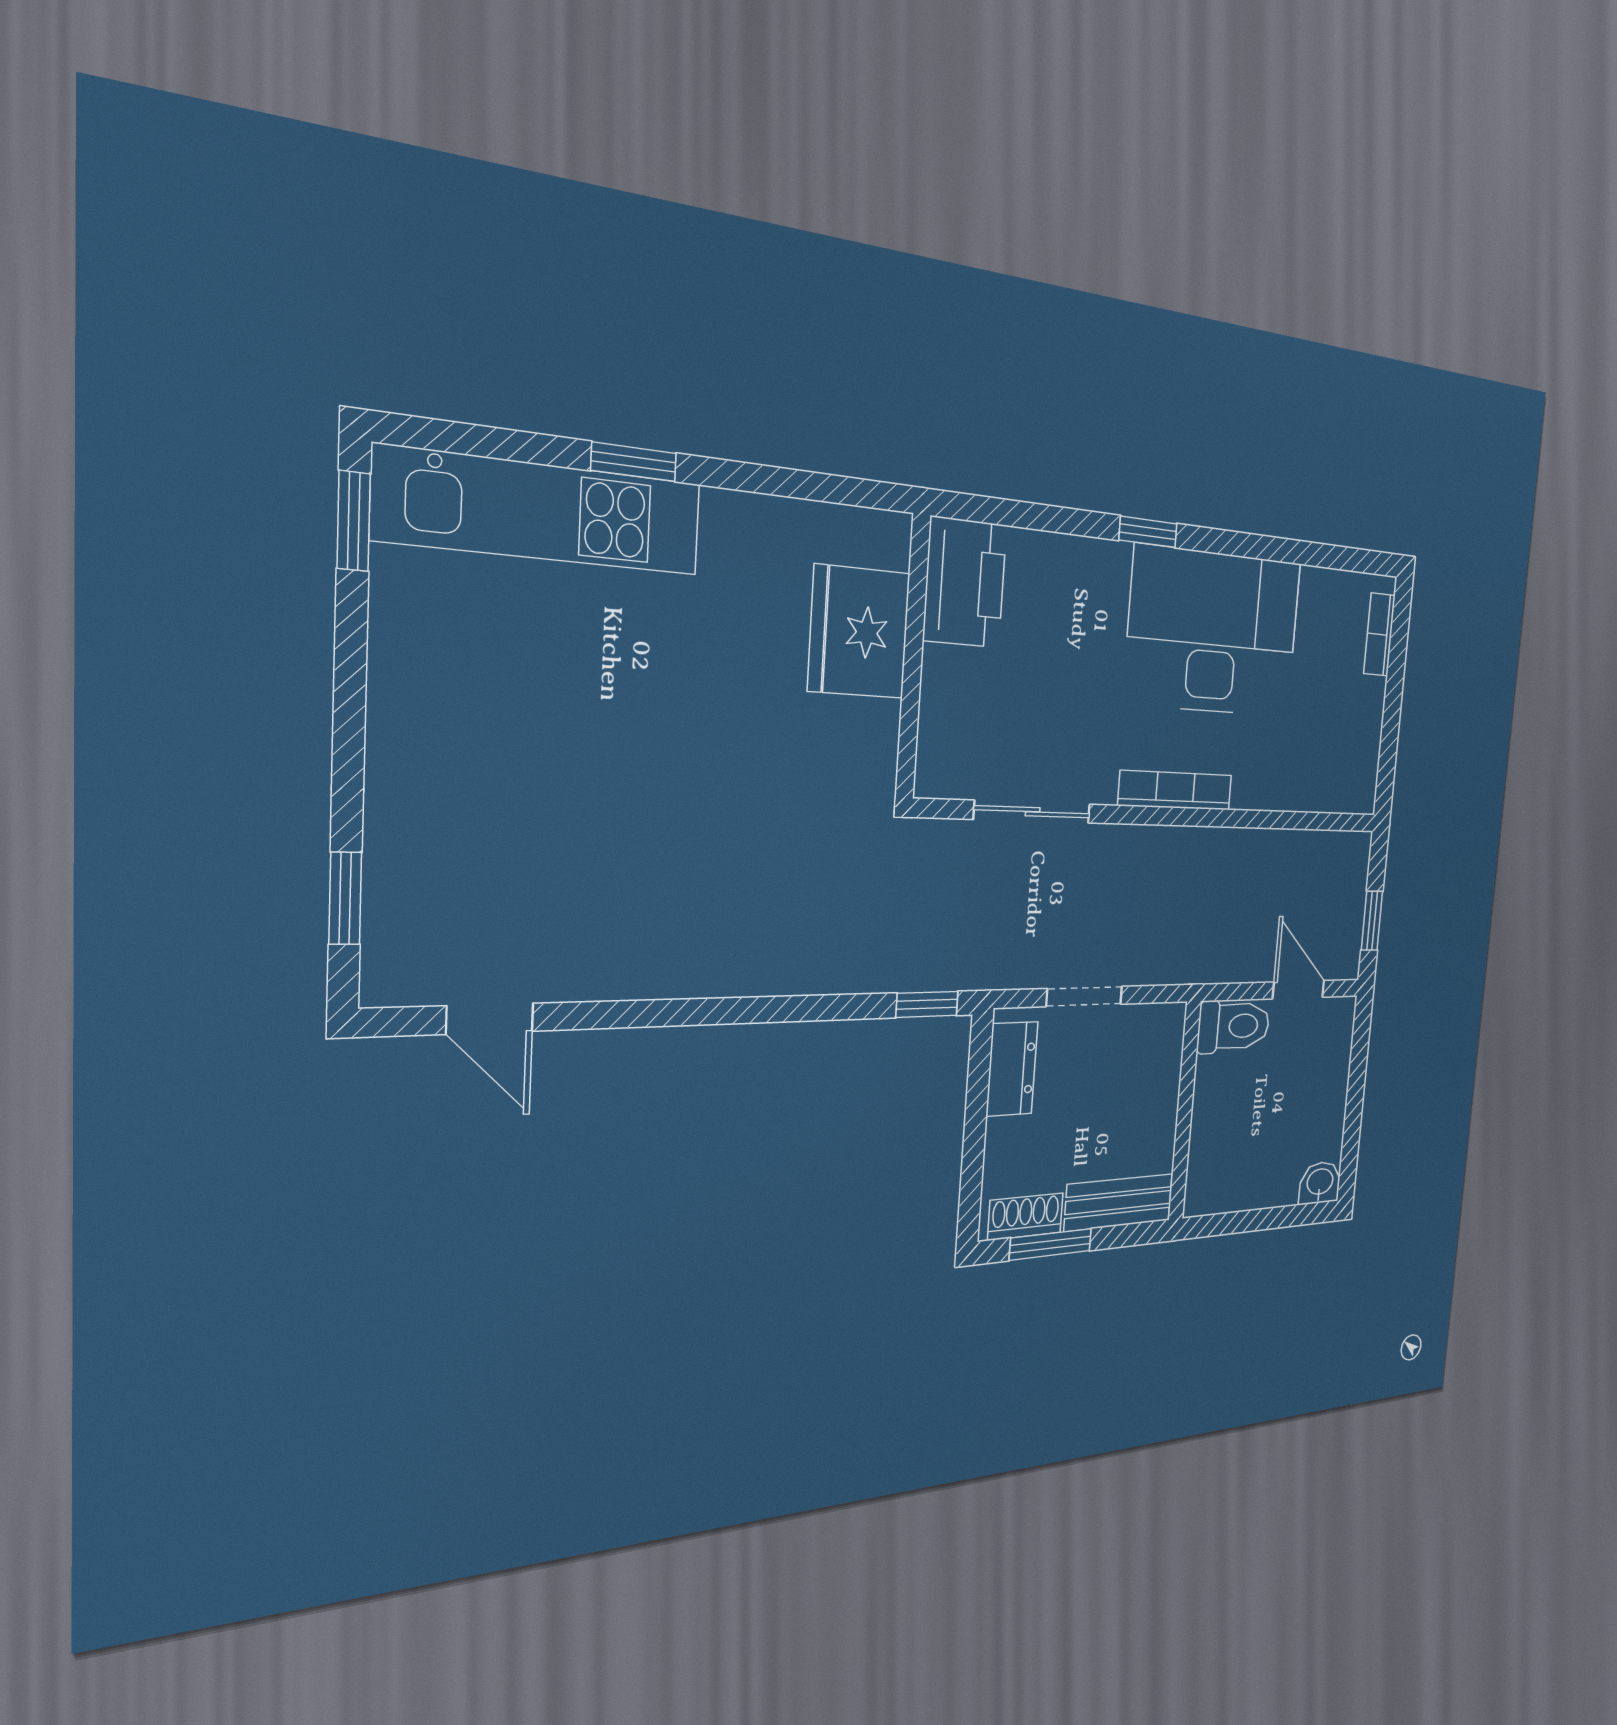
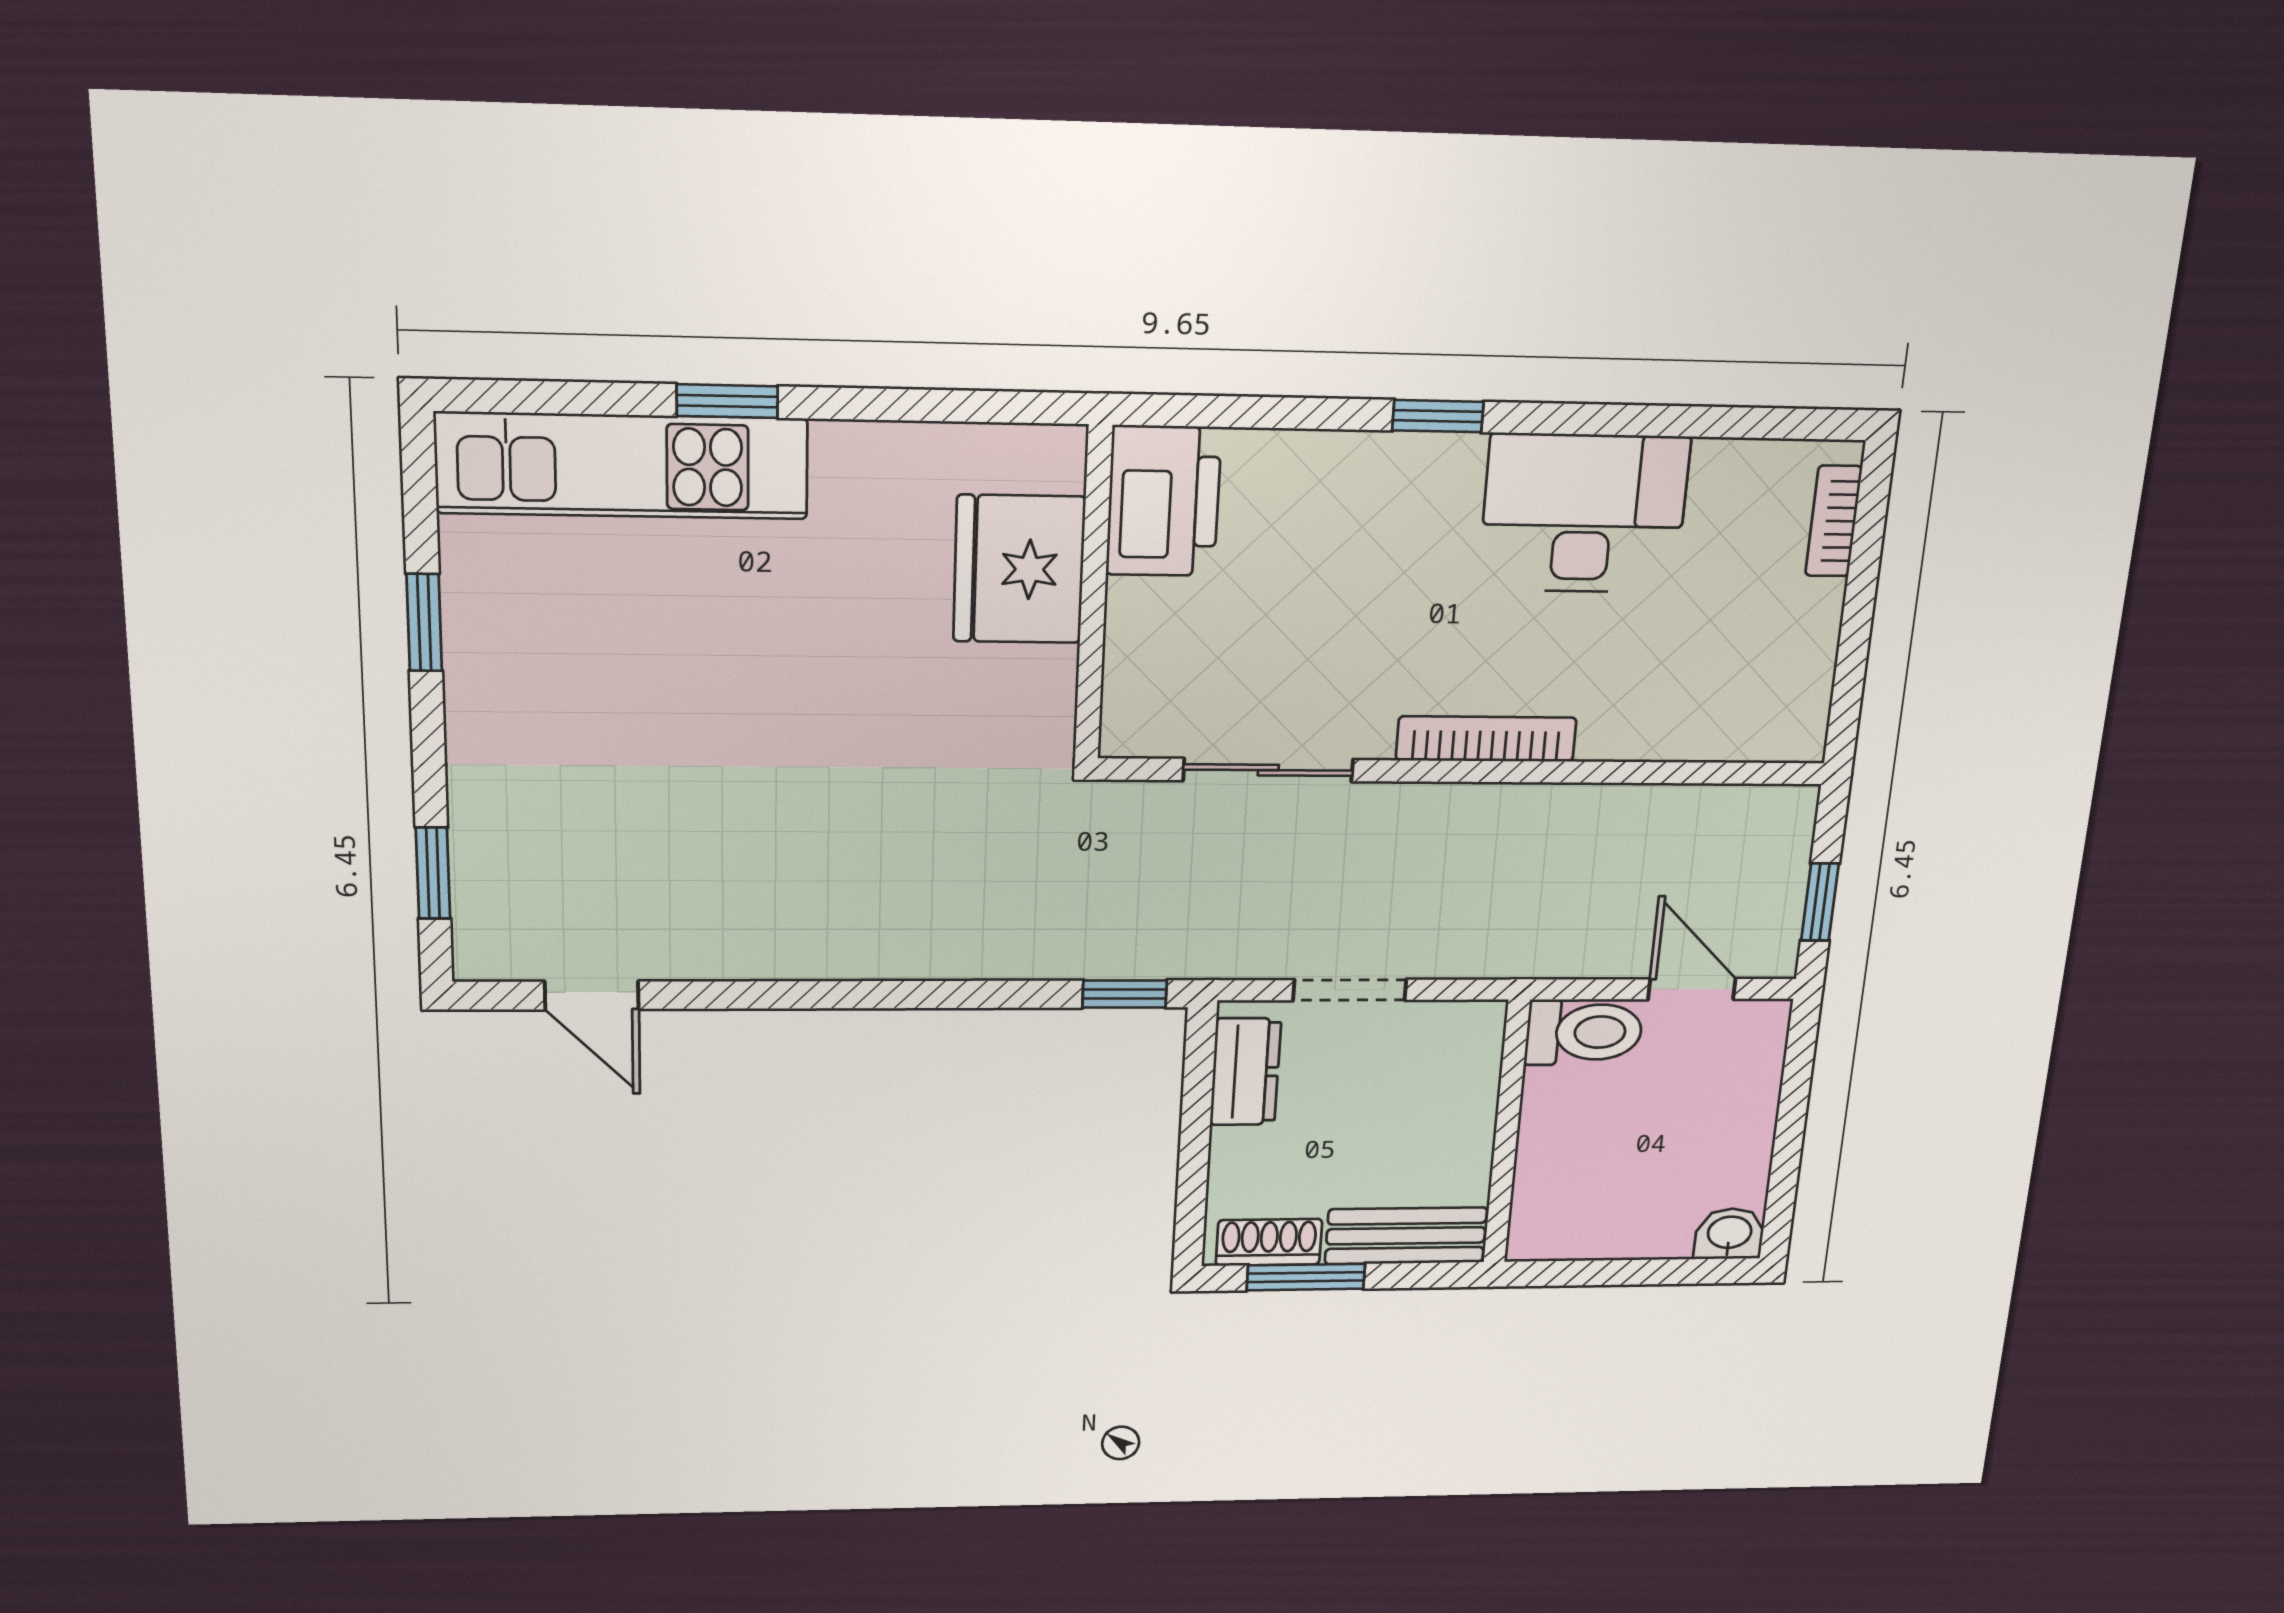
window: (354, 521) -> (424, 623), moved
desk: (1213, 632) -> (1584, 514), width x0.73, depth x0.77

